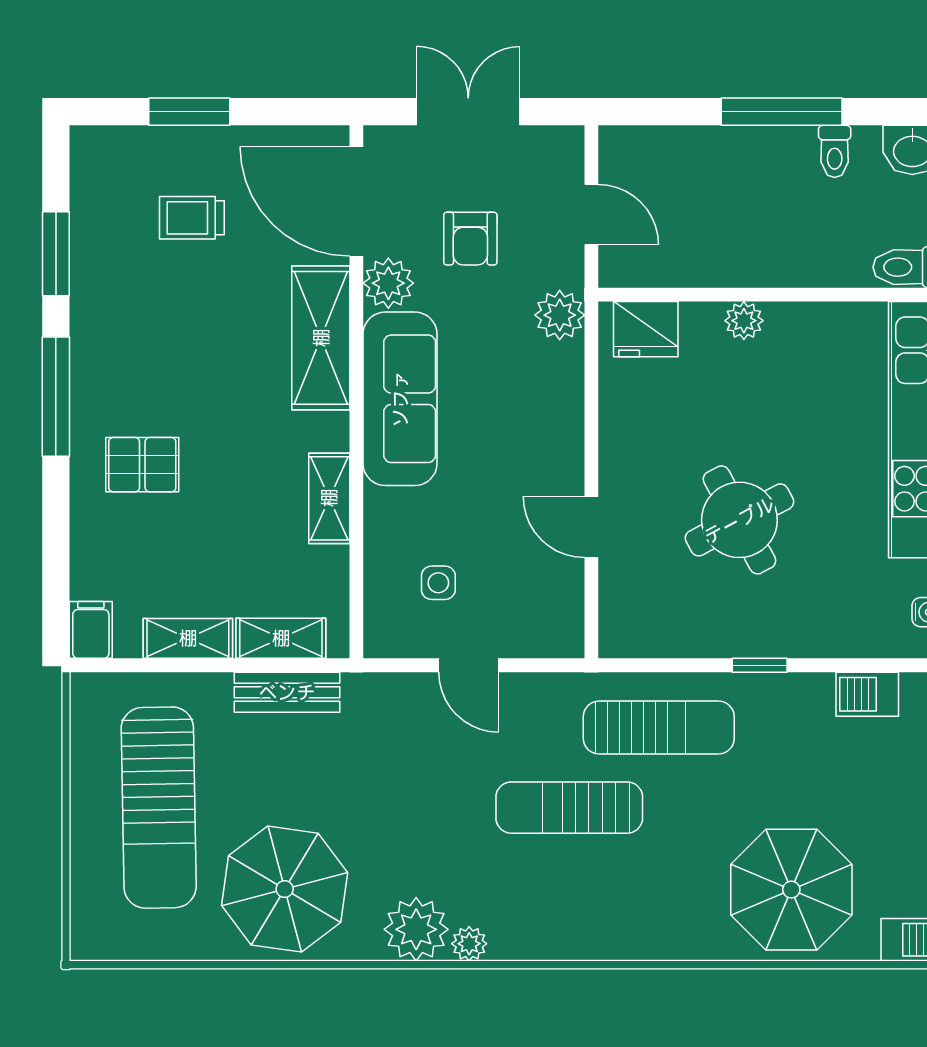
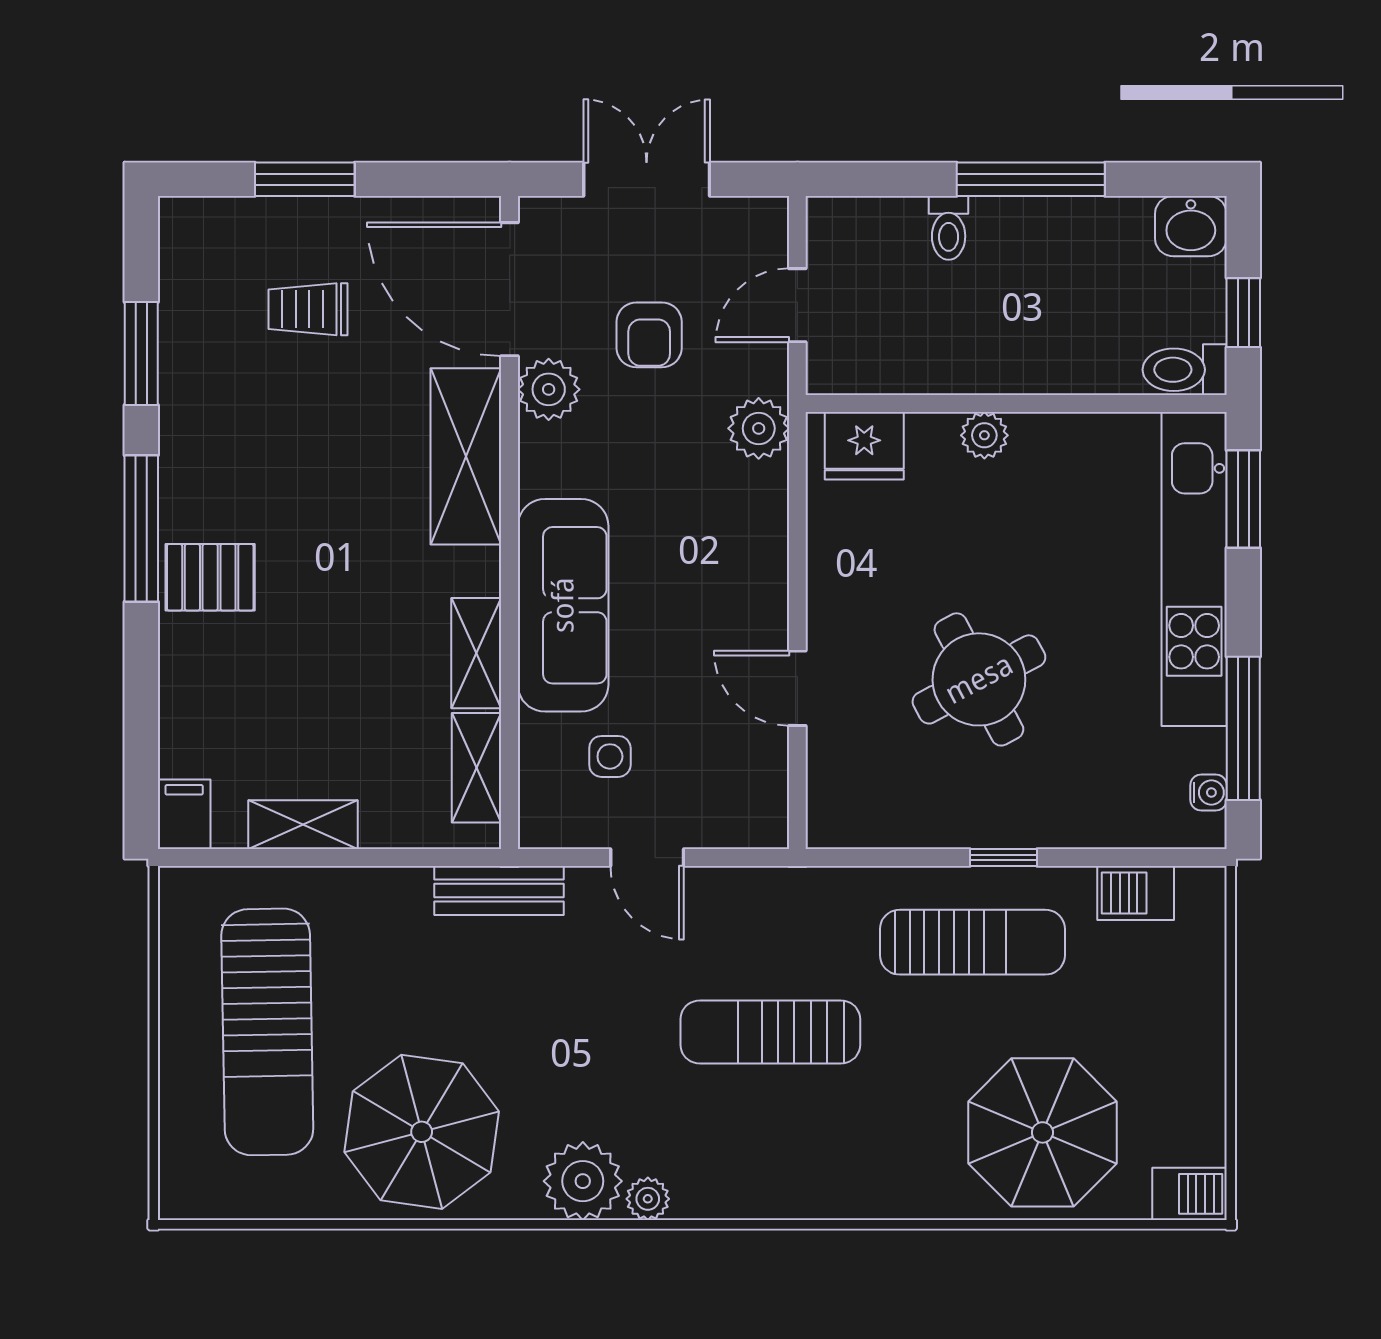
toilet: (835, 151) -> (949, 228), moved
door: (591, 214) -> (797, 305), swing flipped
sofa: (400, 399) -> (563, 605), moved
pallet: (142, 465) -> (210, 577), moved
shelving: (281, 638) -> (476, 768), moved, turned 90
bench: (287, 692) -> (499, 891), moved
sun lounger: (659, 728) -> (972, 942), moved

